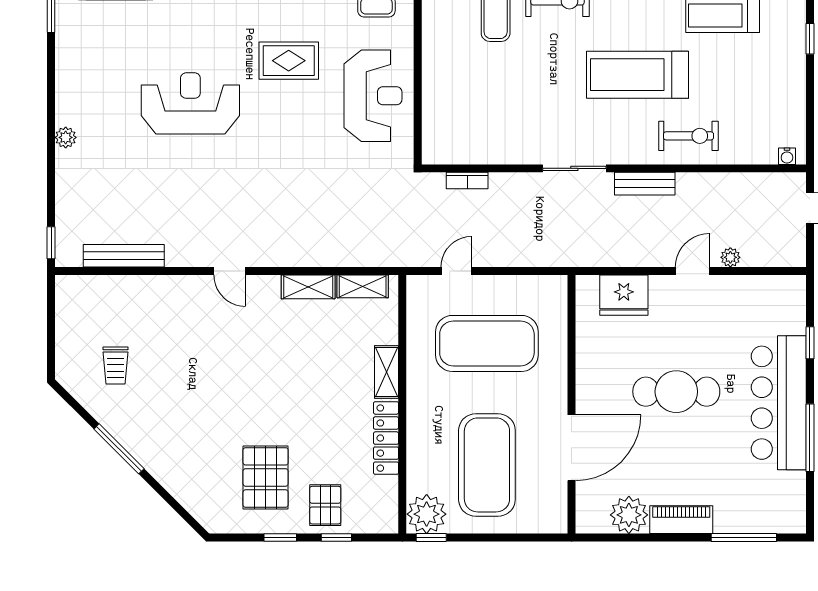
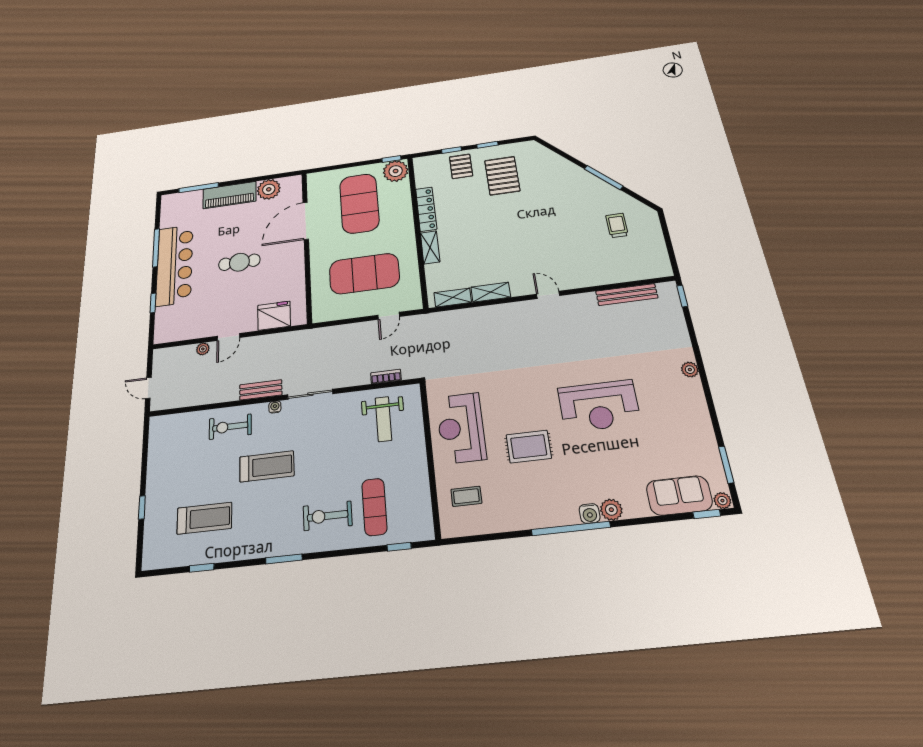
treadmill: (637, 75) -> (267, 466), width x0.73, depth x0.73
weight bench: (475, 121) -> (383, 419), added
water cooler: (787, 156) -> (275, 407), moved
cafe table: (676, 392) -> (239, 262), width x0.73, depth x0.74
piano: (681, 520) -> (229, 195), width x1.37, depth x1.33

